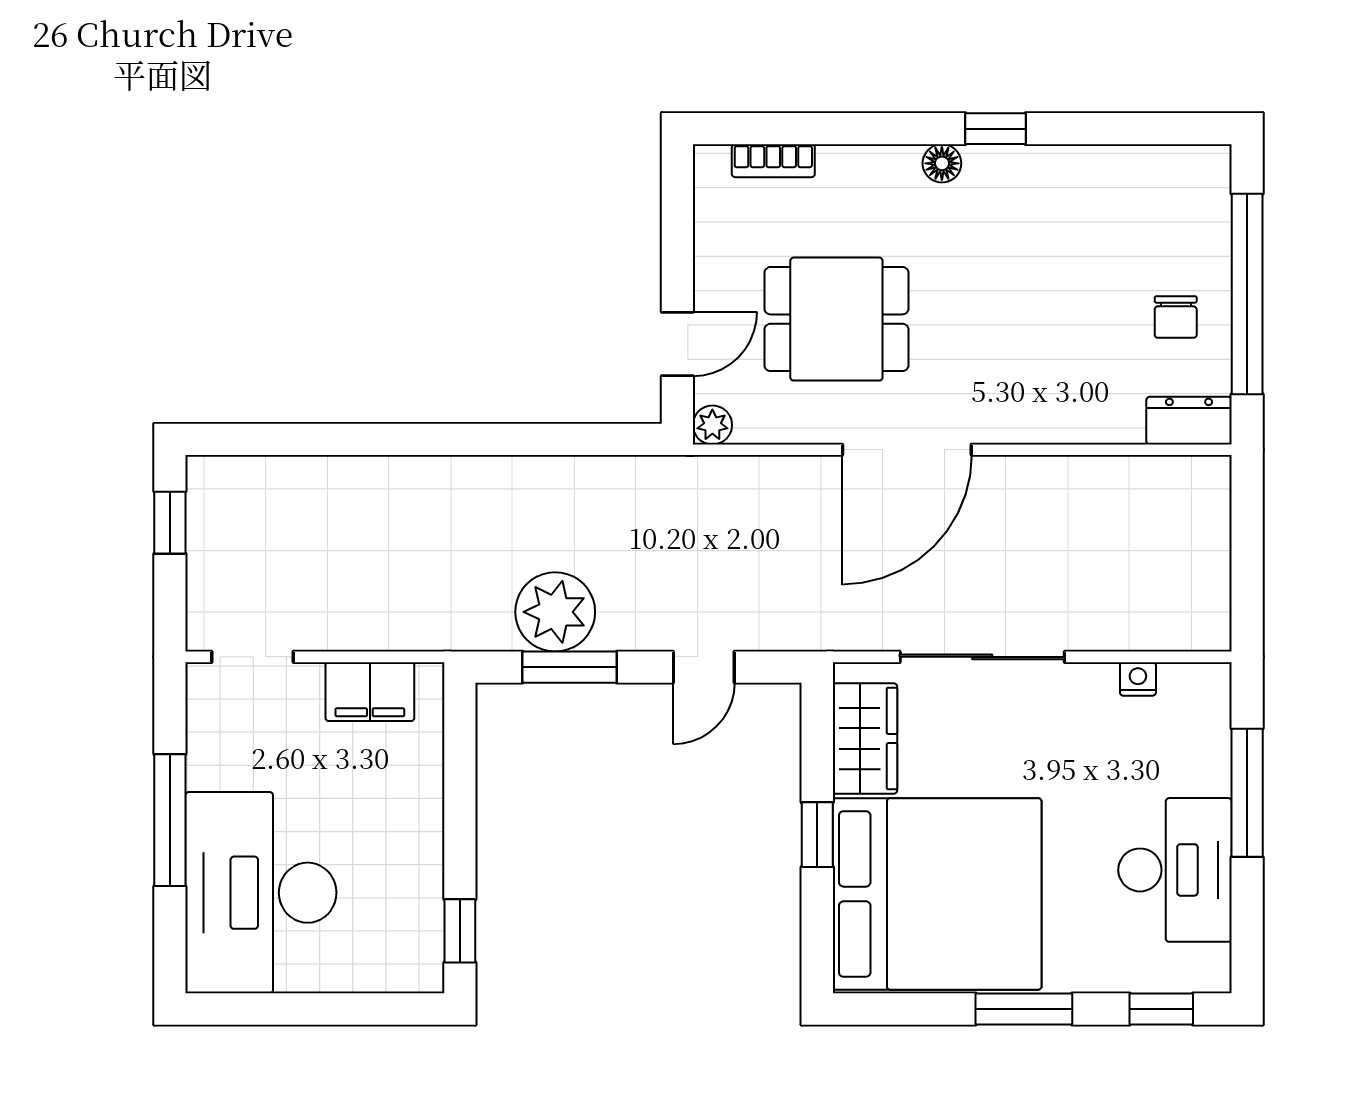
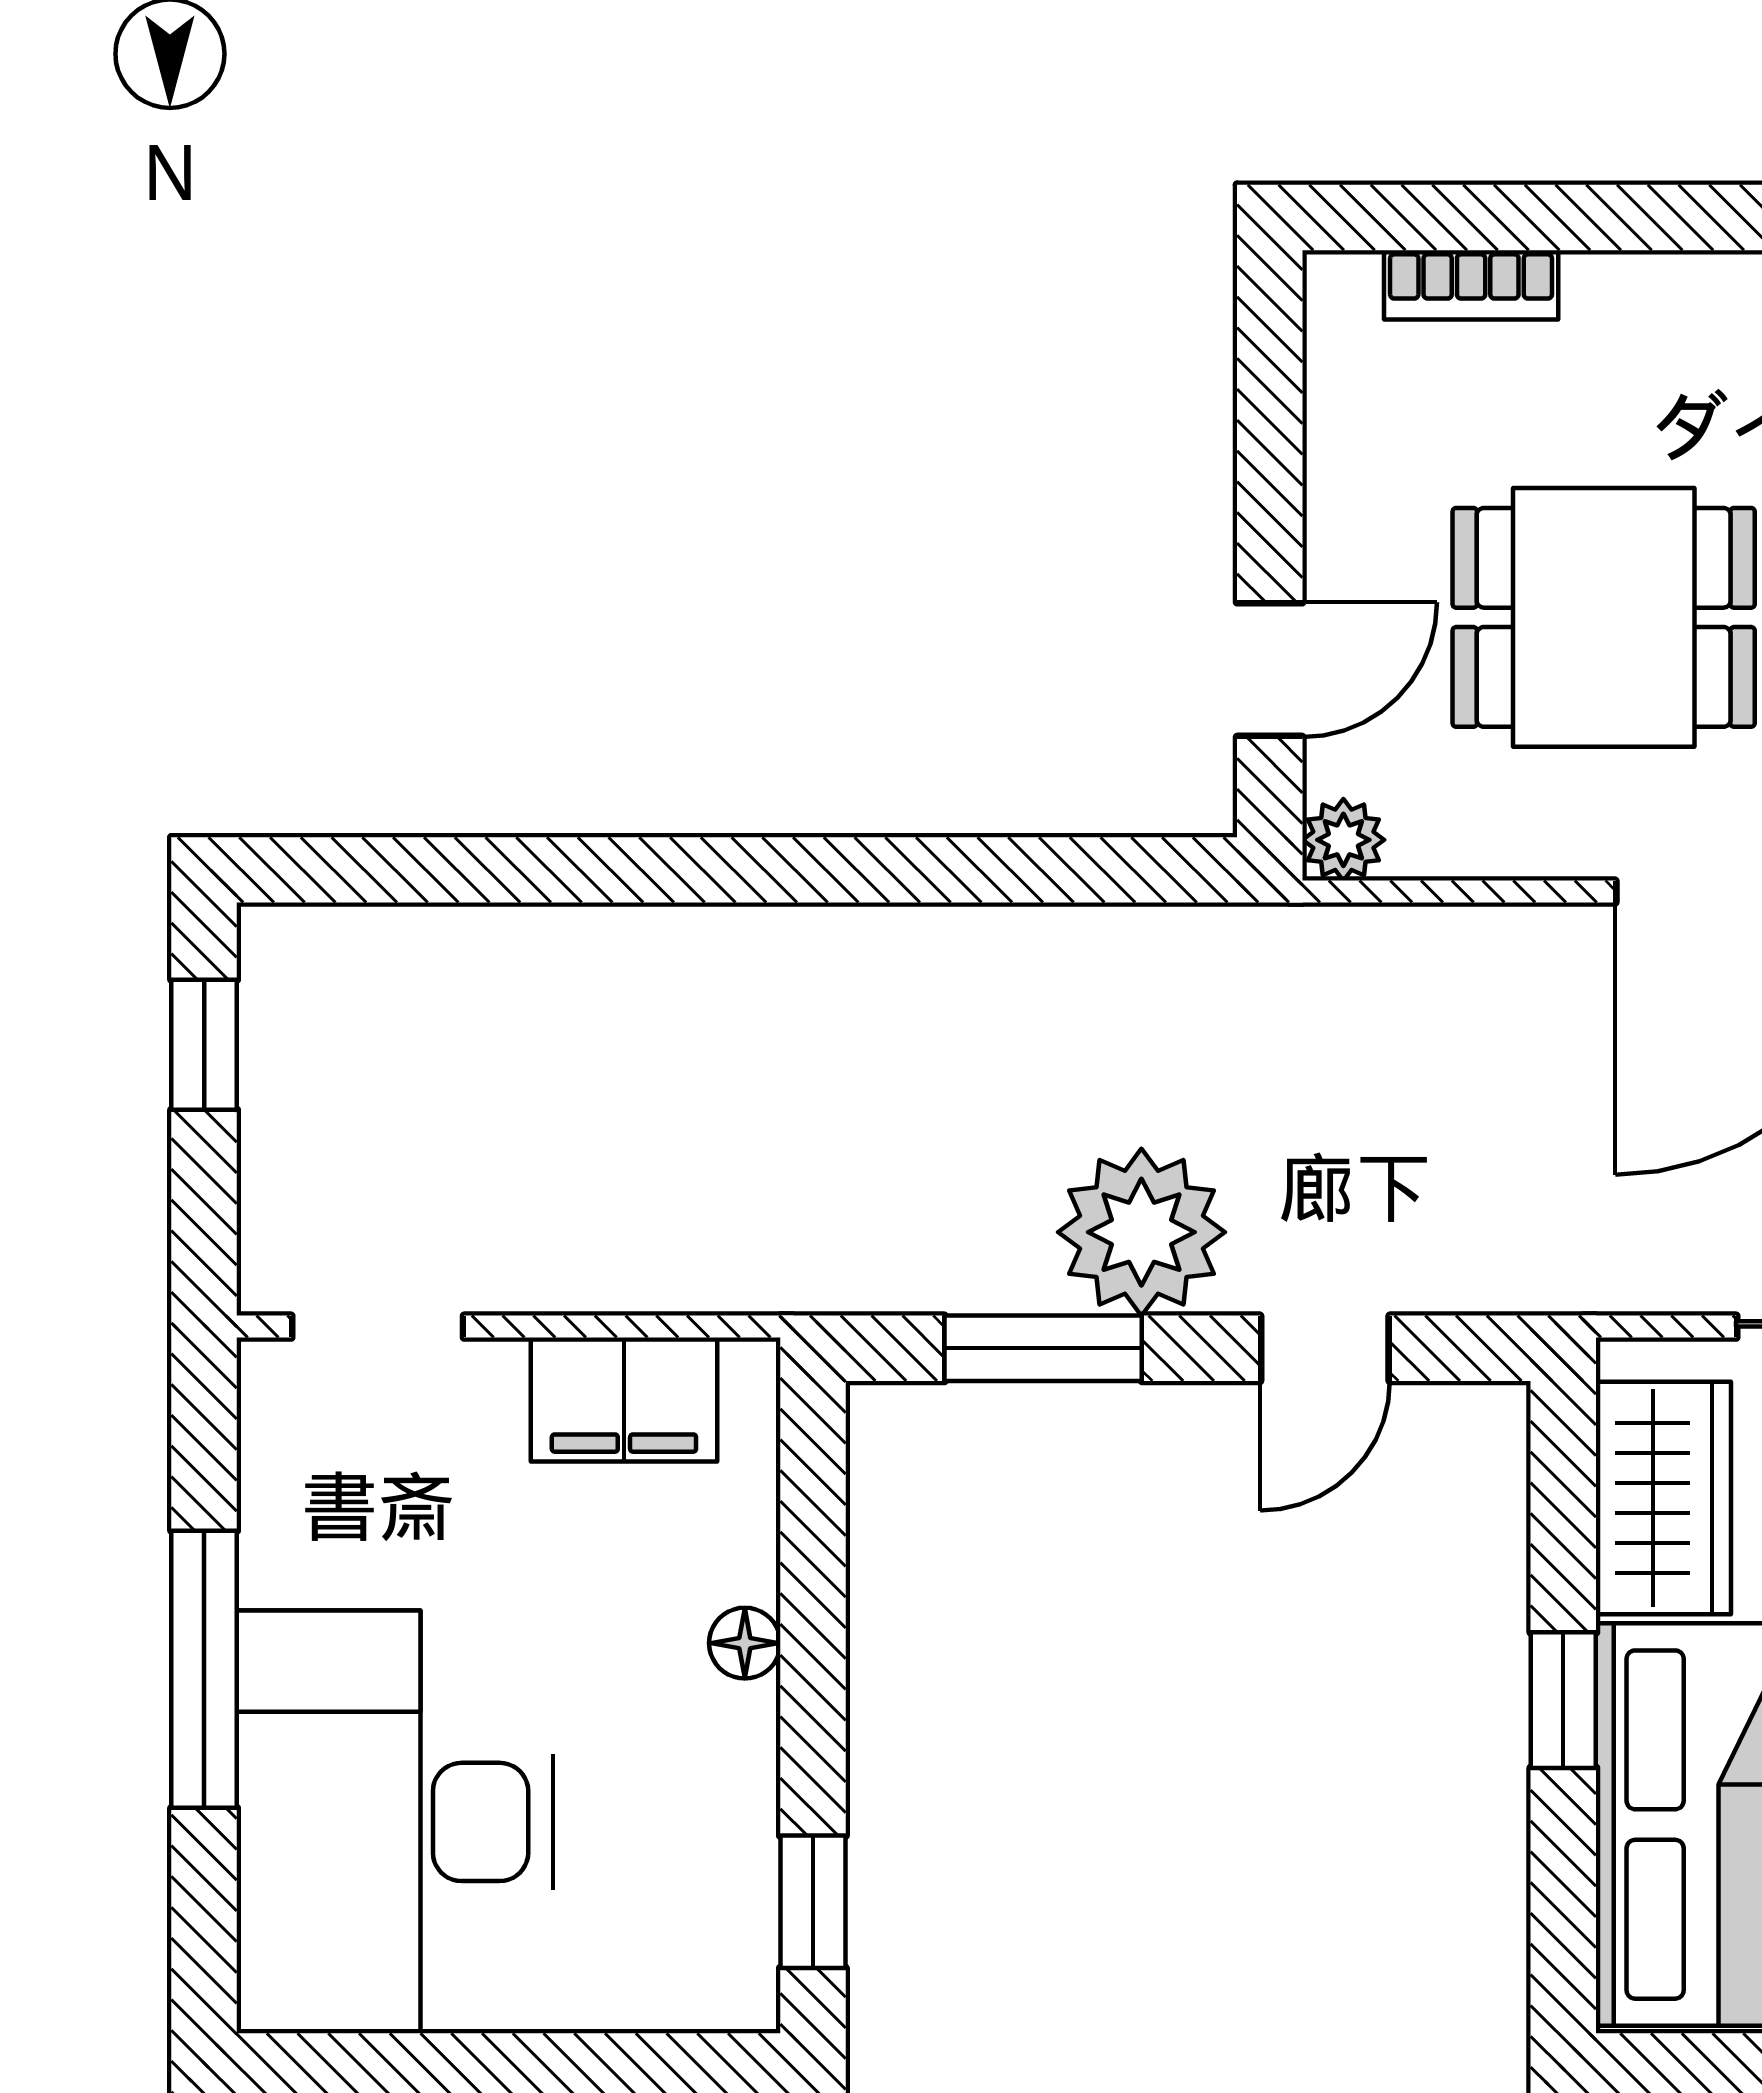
plant: (555, 612) -> (1141, 1232), moved
floor lamp: (427, 808) -> (745, 1643), added

